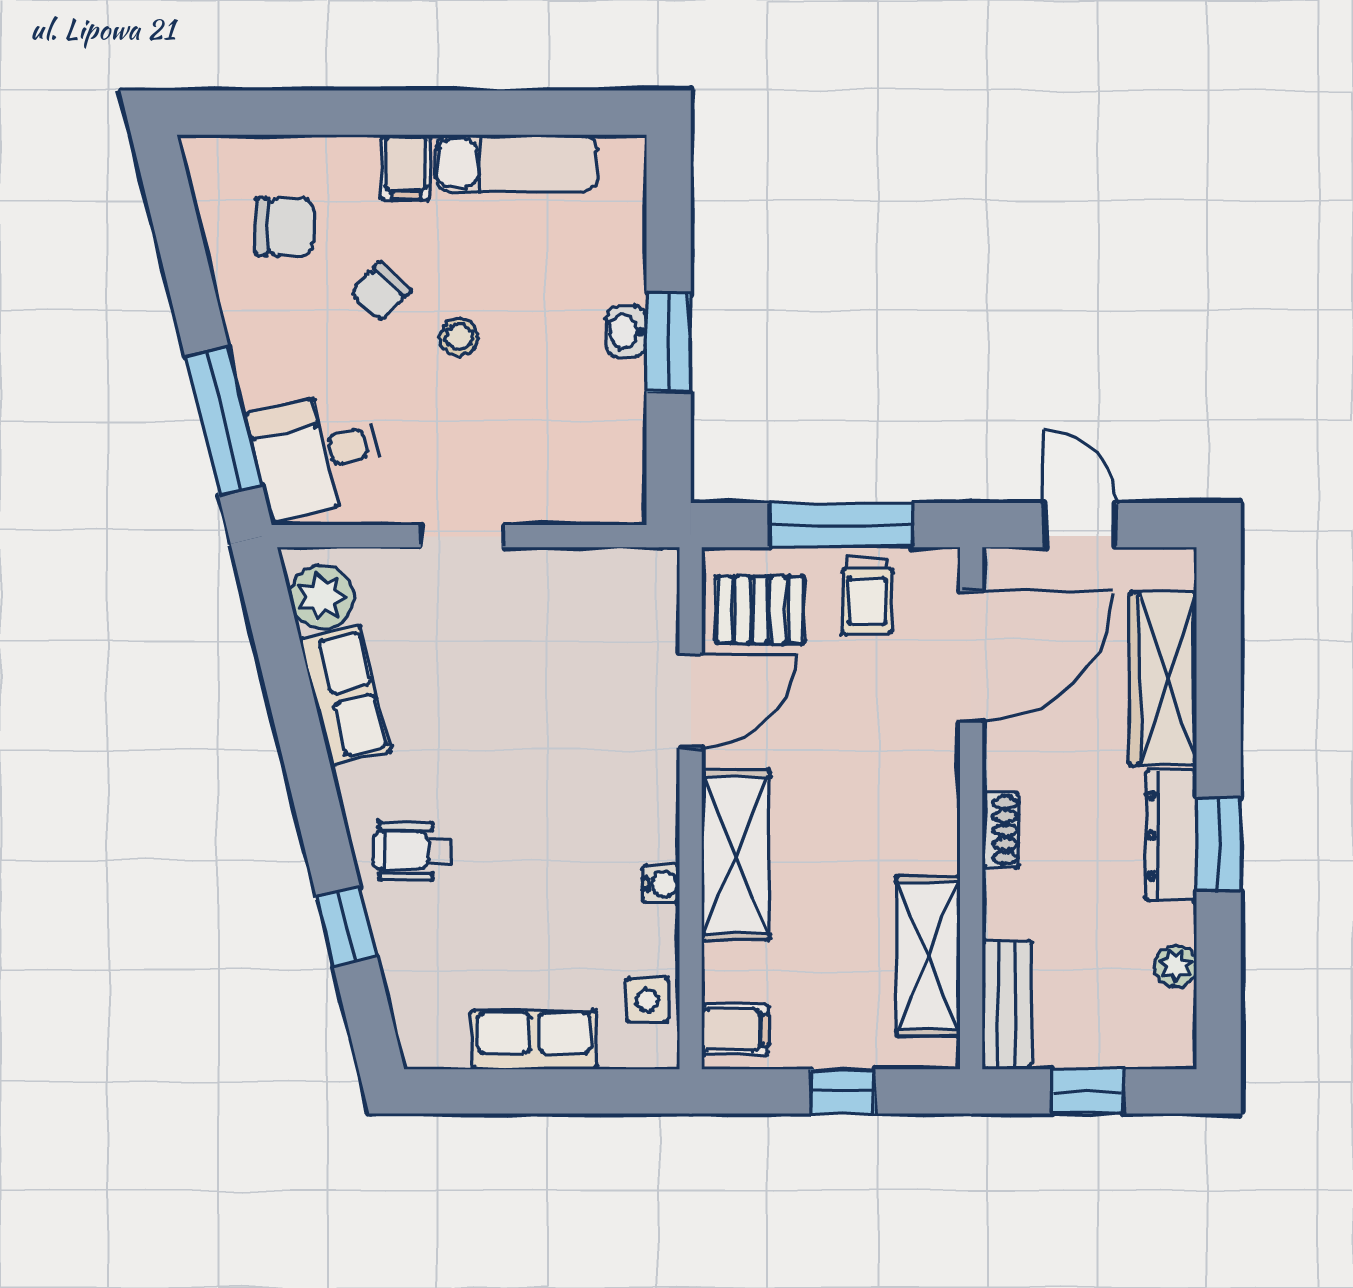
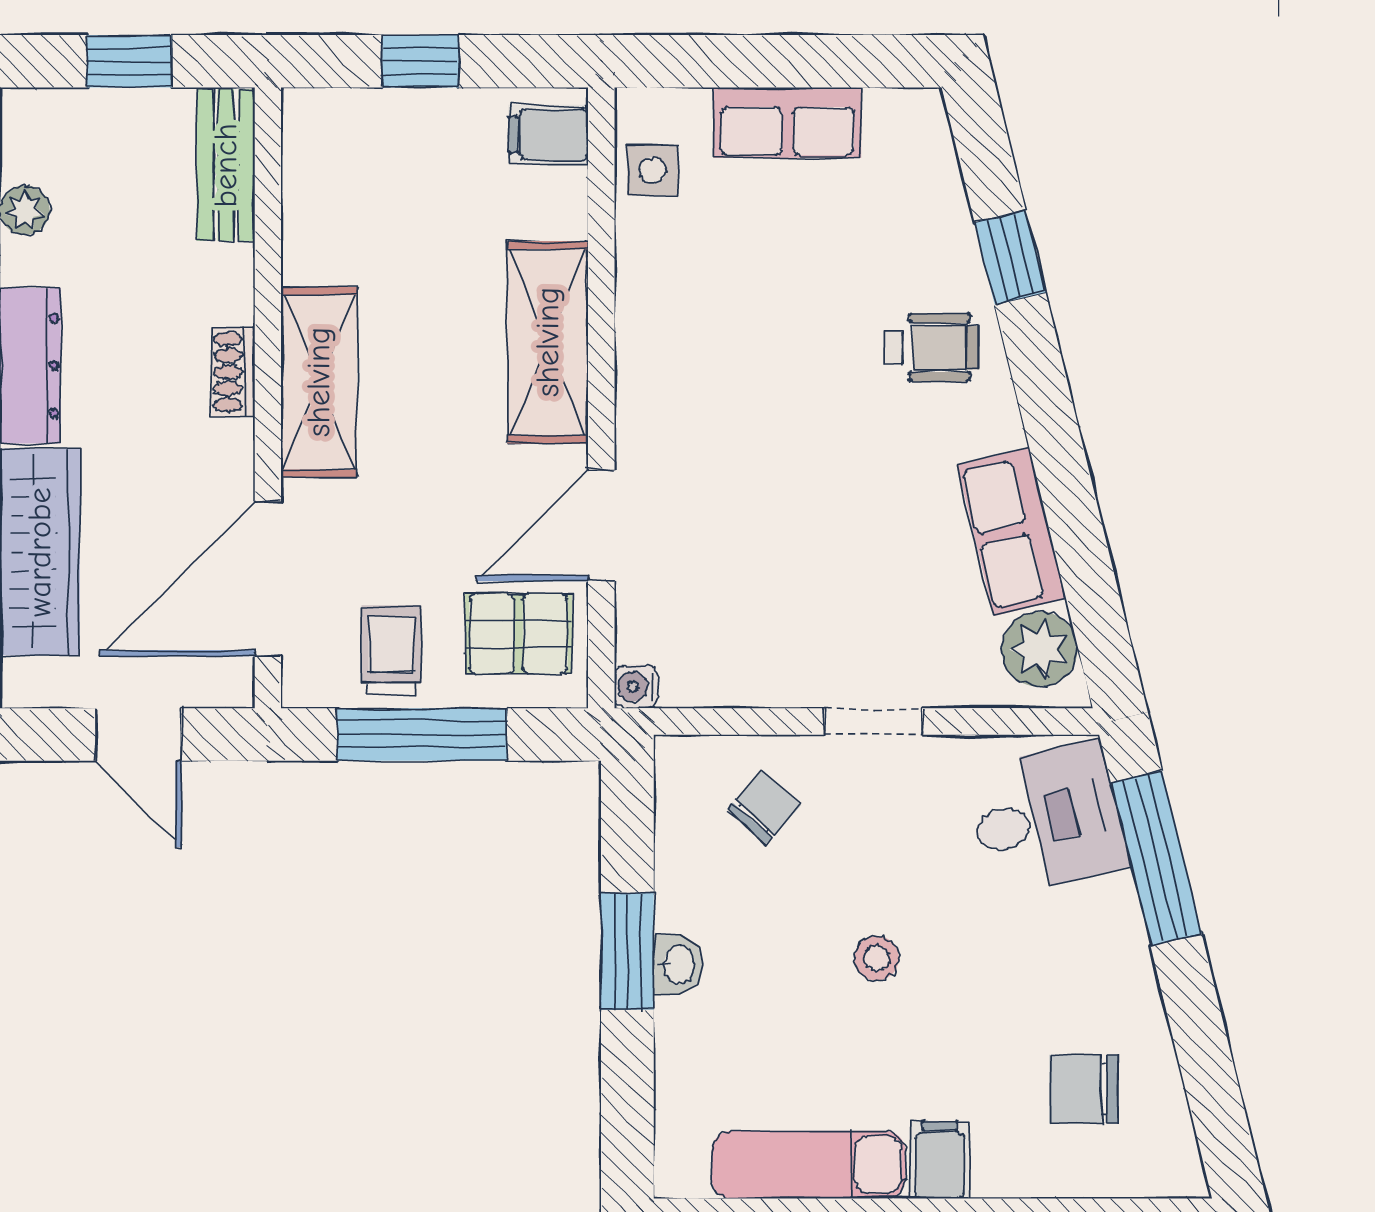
chair: (380, 292) -> (764, 807), moved
water cooler: (661, 884) -> (636, 687), moved
shelving: (928, 956) -> (319, 382), moved

